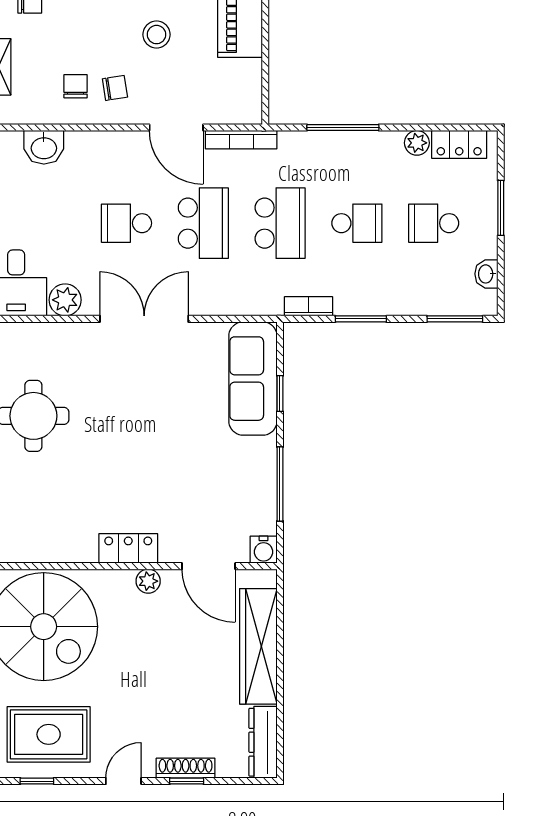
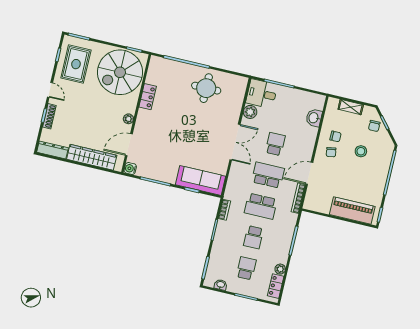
stool: (157, 35) -> (361, 151), moved
school desk: (203, 223) -> (268, 175), turned 180
locker: (128, 548) -> (148, 97), moved

